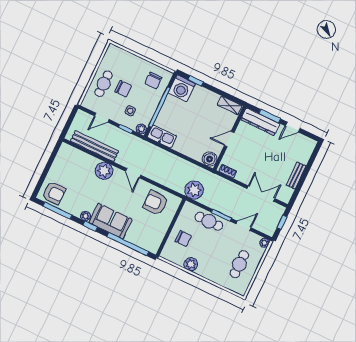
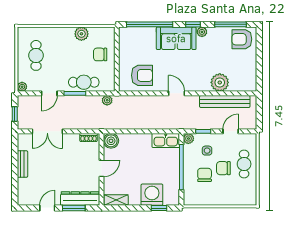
chair: (153, 81) -> (205, 175), moved
washing machine: (182, 88) -> (152, 195), moved
plant: (104, 171) -> (220, 82), moved
plant: (194, 190) -> (107, 100), width x0.53, depth x0.53

